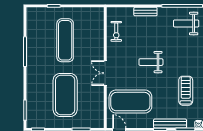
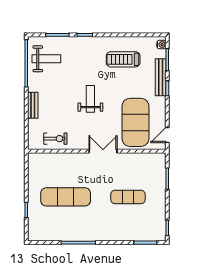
weight bench: (186, 23) -> (46, 59), turned -90
weight bench: (151, 62) -> (90, 99), turned 180
double door: (105, 73) -> (103, 151), swing flipped
exercise mat: (65, 95) -> (128, 197), width x0.50, depth x0.69

